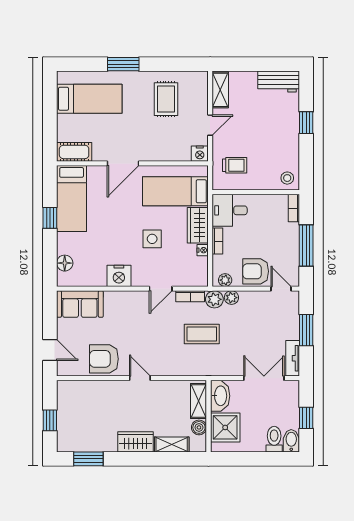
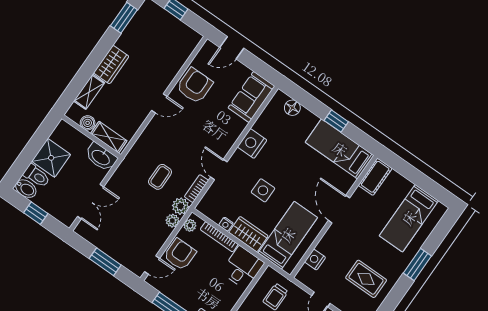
nightstand: (200, 154) -> (315, 260), moved
bookcase: (217, 241) -> (219, 237), width x1.56
coffee table: (202, 334) -> (160, 177), width x0.73, depth x0.77
tv unit: (293, 358) -> (90, 235), removed
shower: (225, 427) -> (51, 158), moved

